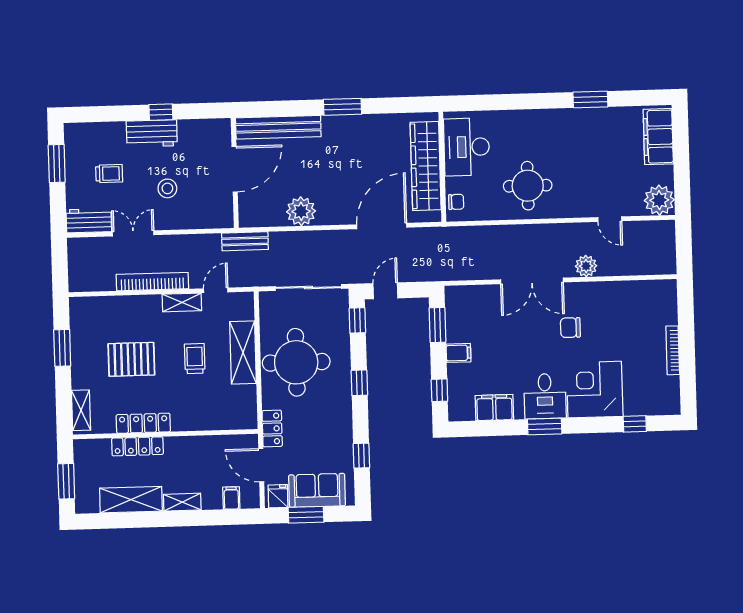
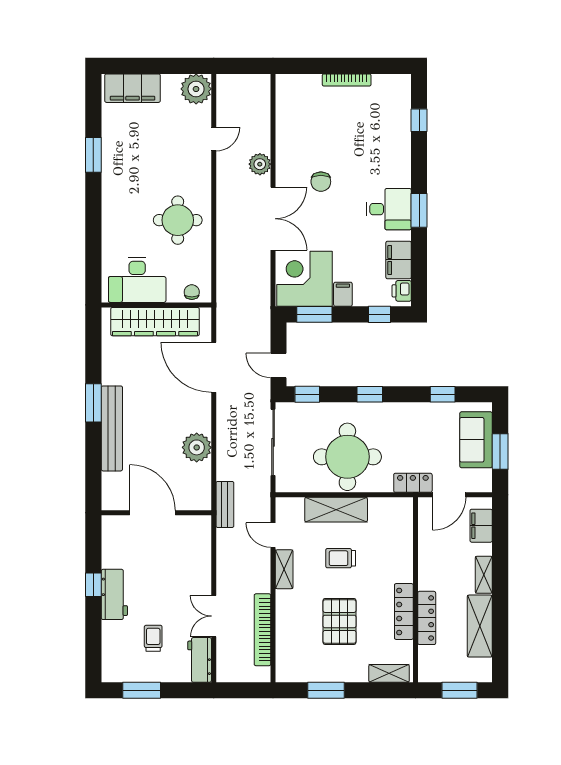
bench: (278, 127) -> (112, 428), moved
stool: (167, 188) -> (170, 580), removed
bookcase: (152, 282) -> (262, 630), moved
corner desk: (595, 390) -> (305, 279), moved, turned 90
printer: (464, 412) -> (402, 291), added
fridge: (278, 496) -> (481, 479), removed
filing cabinet: (231, 498) -> (481, 526), width x2.00

